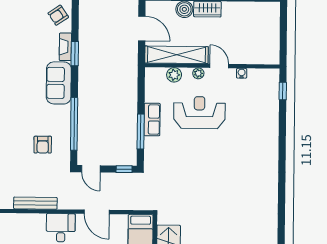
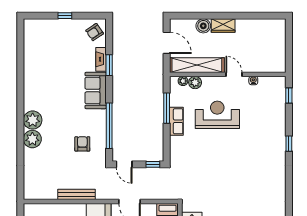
plant: (198, 73) -> (183, 81), moved
window: (141, 132) -> (167, 108), moved
armchair: (43, 145) -> (82, 144), turned 180
window: (282, 147) -> (289, 144), added

